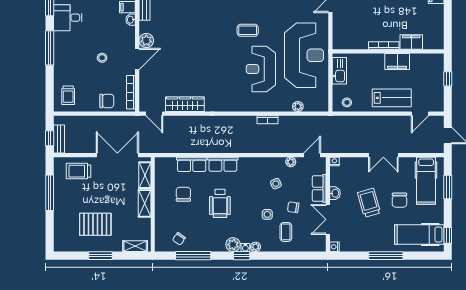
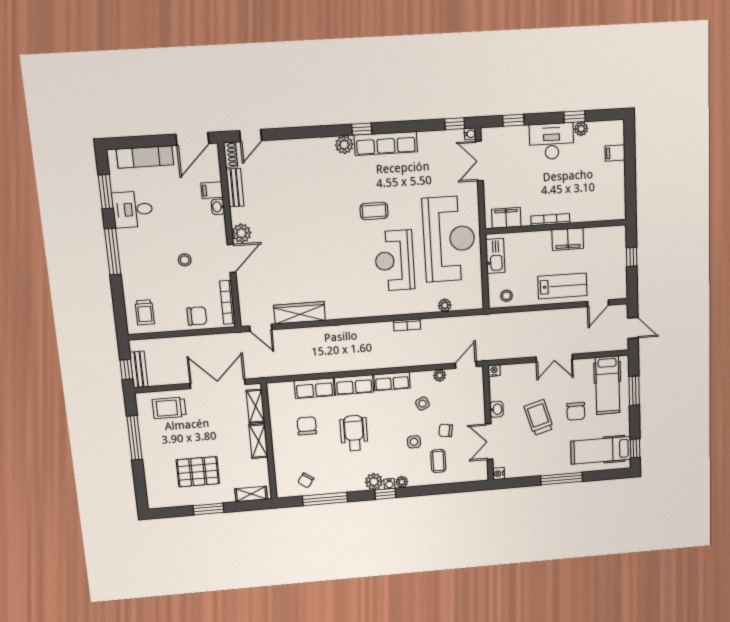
filing cabinet: (411, 42) -> (506, 218), moved
row of seats: (319, 188) -> (392, 381), moved, turned -90
wheelchair: (220, 203) -> (354, 433), turned 180

